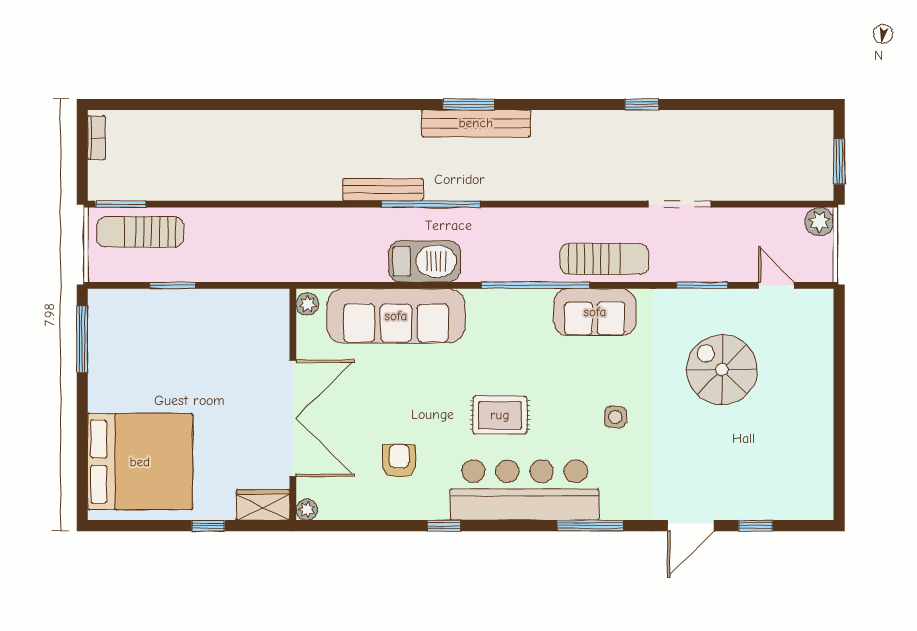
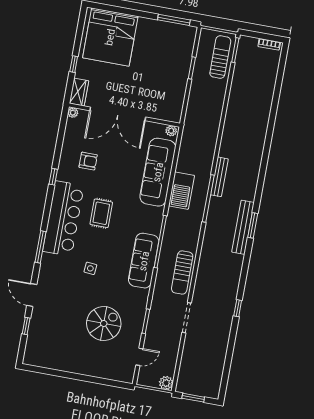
sun lounger: (604, 259) -> (182, 273), moved
sofa: (595, 312) -> (144, 261), width x1.36

